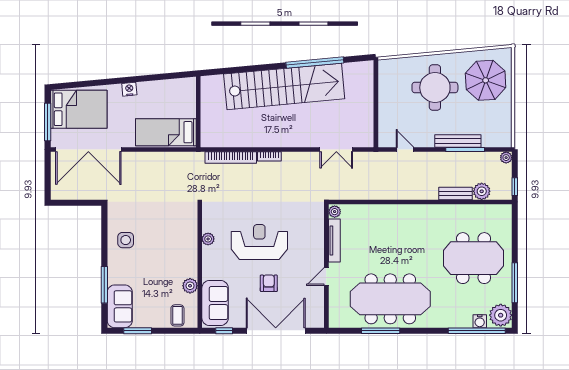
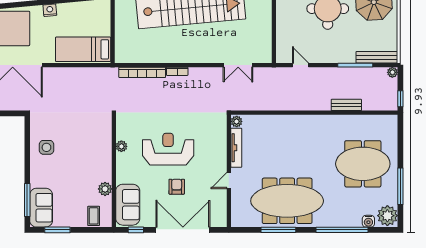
bench: (458, 141) -> (377, 57), moved
plant: (482, 191) -> (370, 103), removed
window: (104, 285) -> (27, 200), moved
window: (477, 331) -> (342, 230), moved

